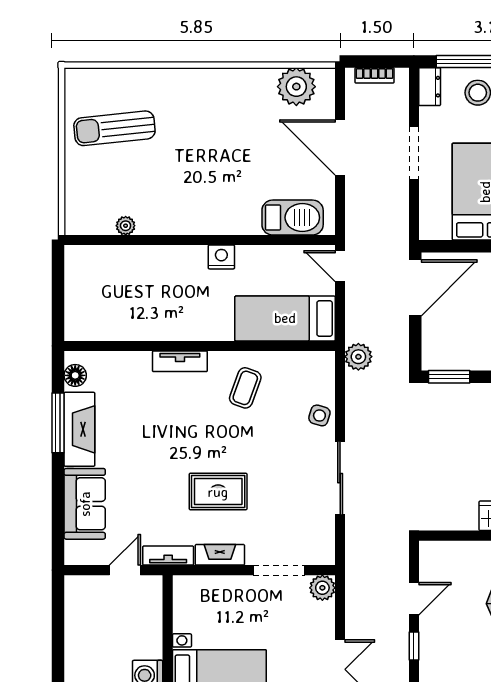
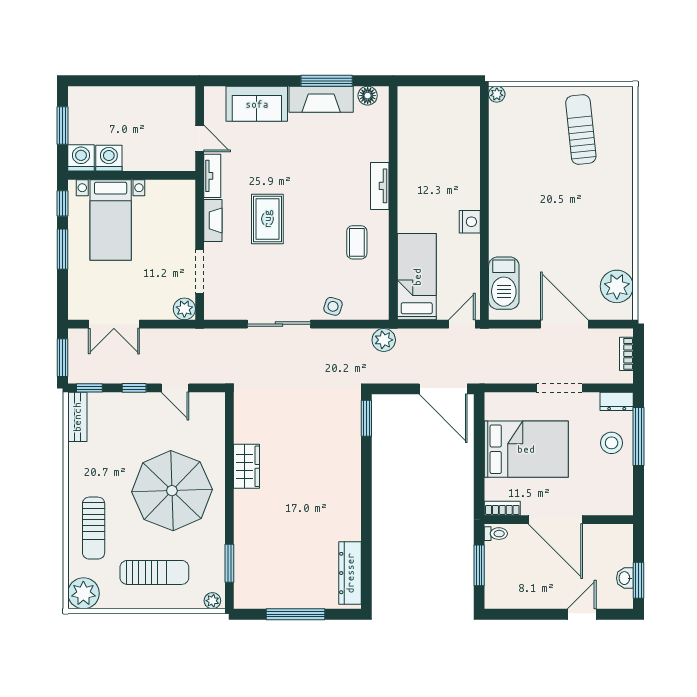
door: (340, 147) -> (564, 324), hinge flipped
plant: (126, 226) -> (497, 94), moved
coffee table: (245, 388) -> (357, 242), turned 70

